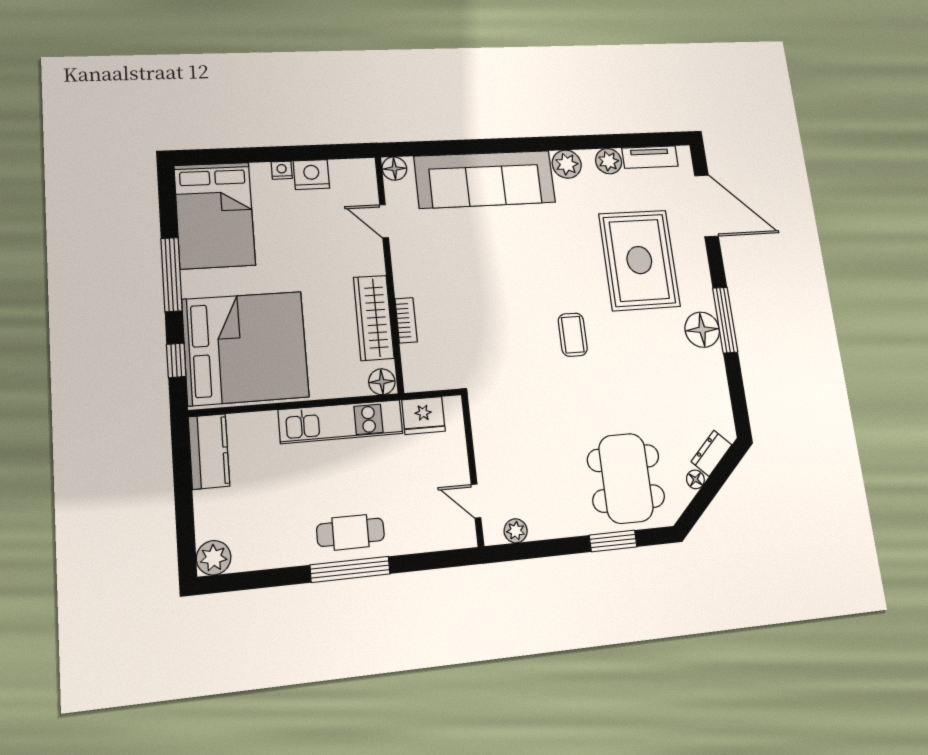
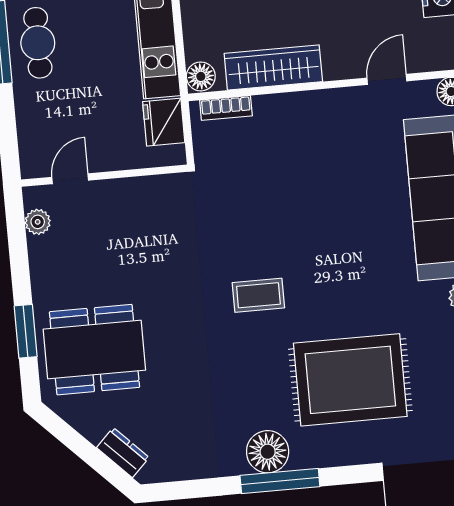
bookcase: (406, 320) -> (226, 108), moved
floor lamp: (695, 479) -> (93, 431), removed

